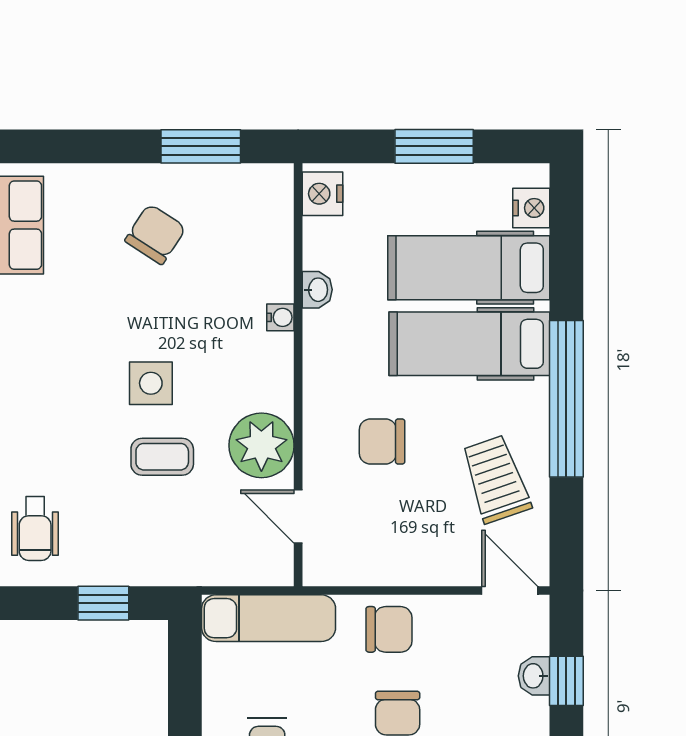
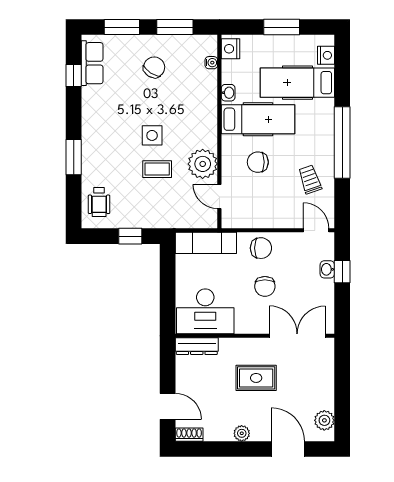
window: (85, 146) -> (122, 27), added
water cooler: (280, 317) -> (211, 63), moved
hospital bed: (469, 344) -> (258, 119), moved, turned 180
trolley: (496, 479) -> (310, 179), width x0.73, depth x0.72

